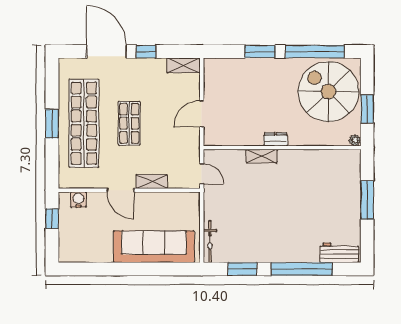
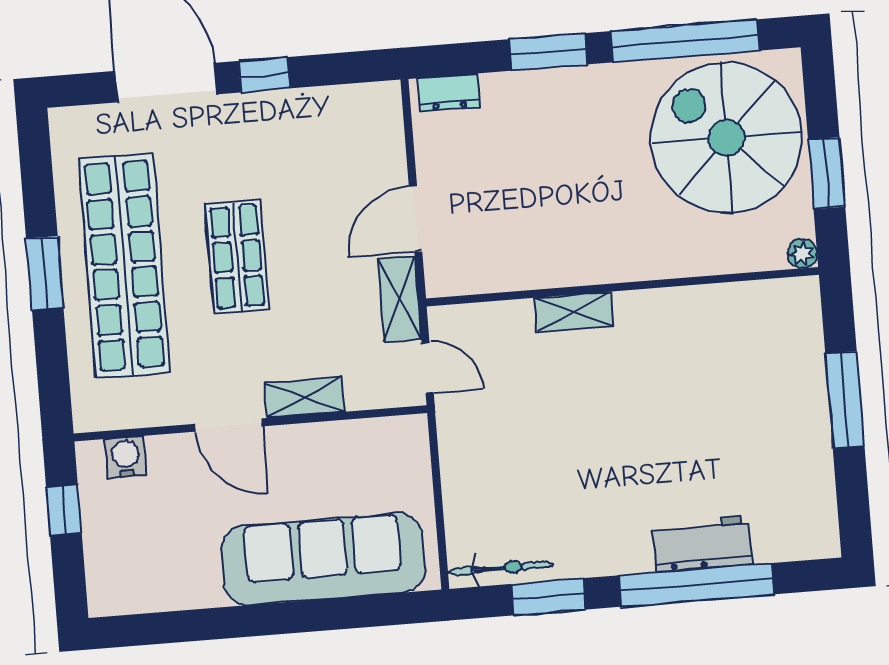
shelving: (183, 65) -> (399, 299), moved, turned 90
dresser: (276, 139) -> (449, 92), moved, turned 180
bicycle: (210, 242) -> (500, 568), moved, turned -90
workbench: (339, 253) -> (702, 544), moved

